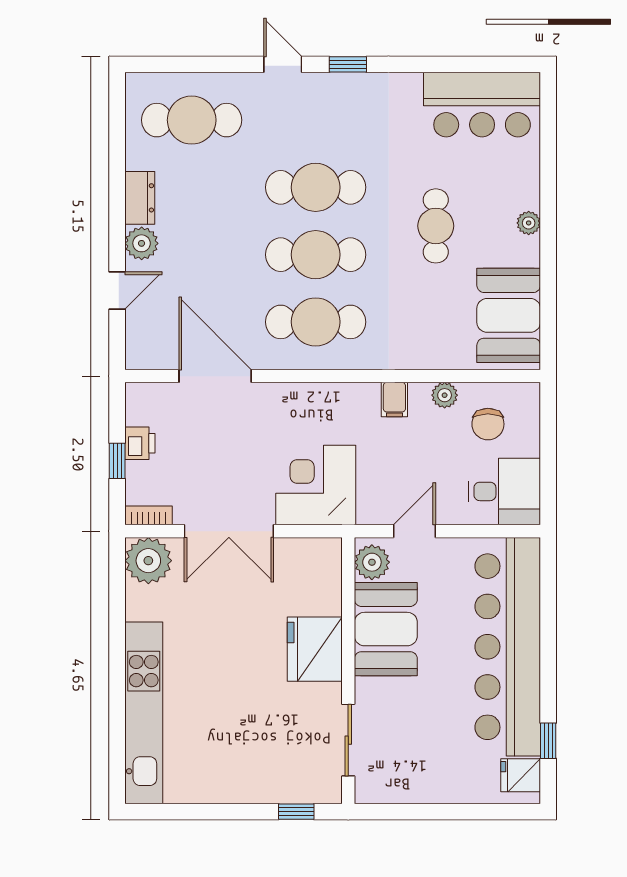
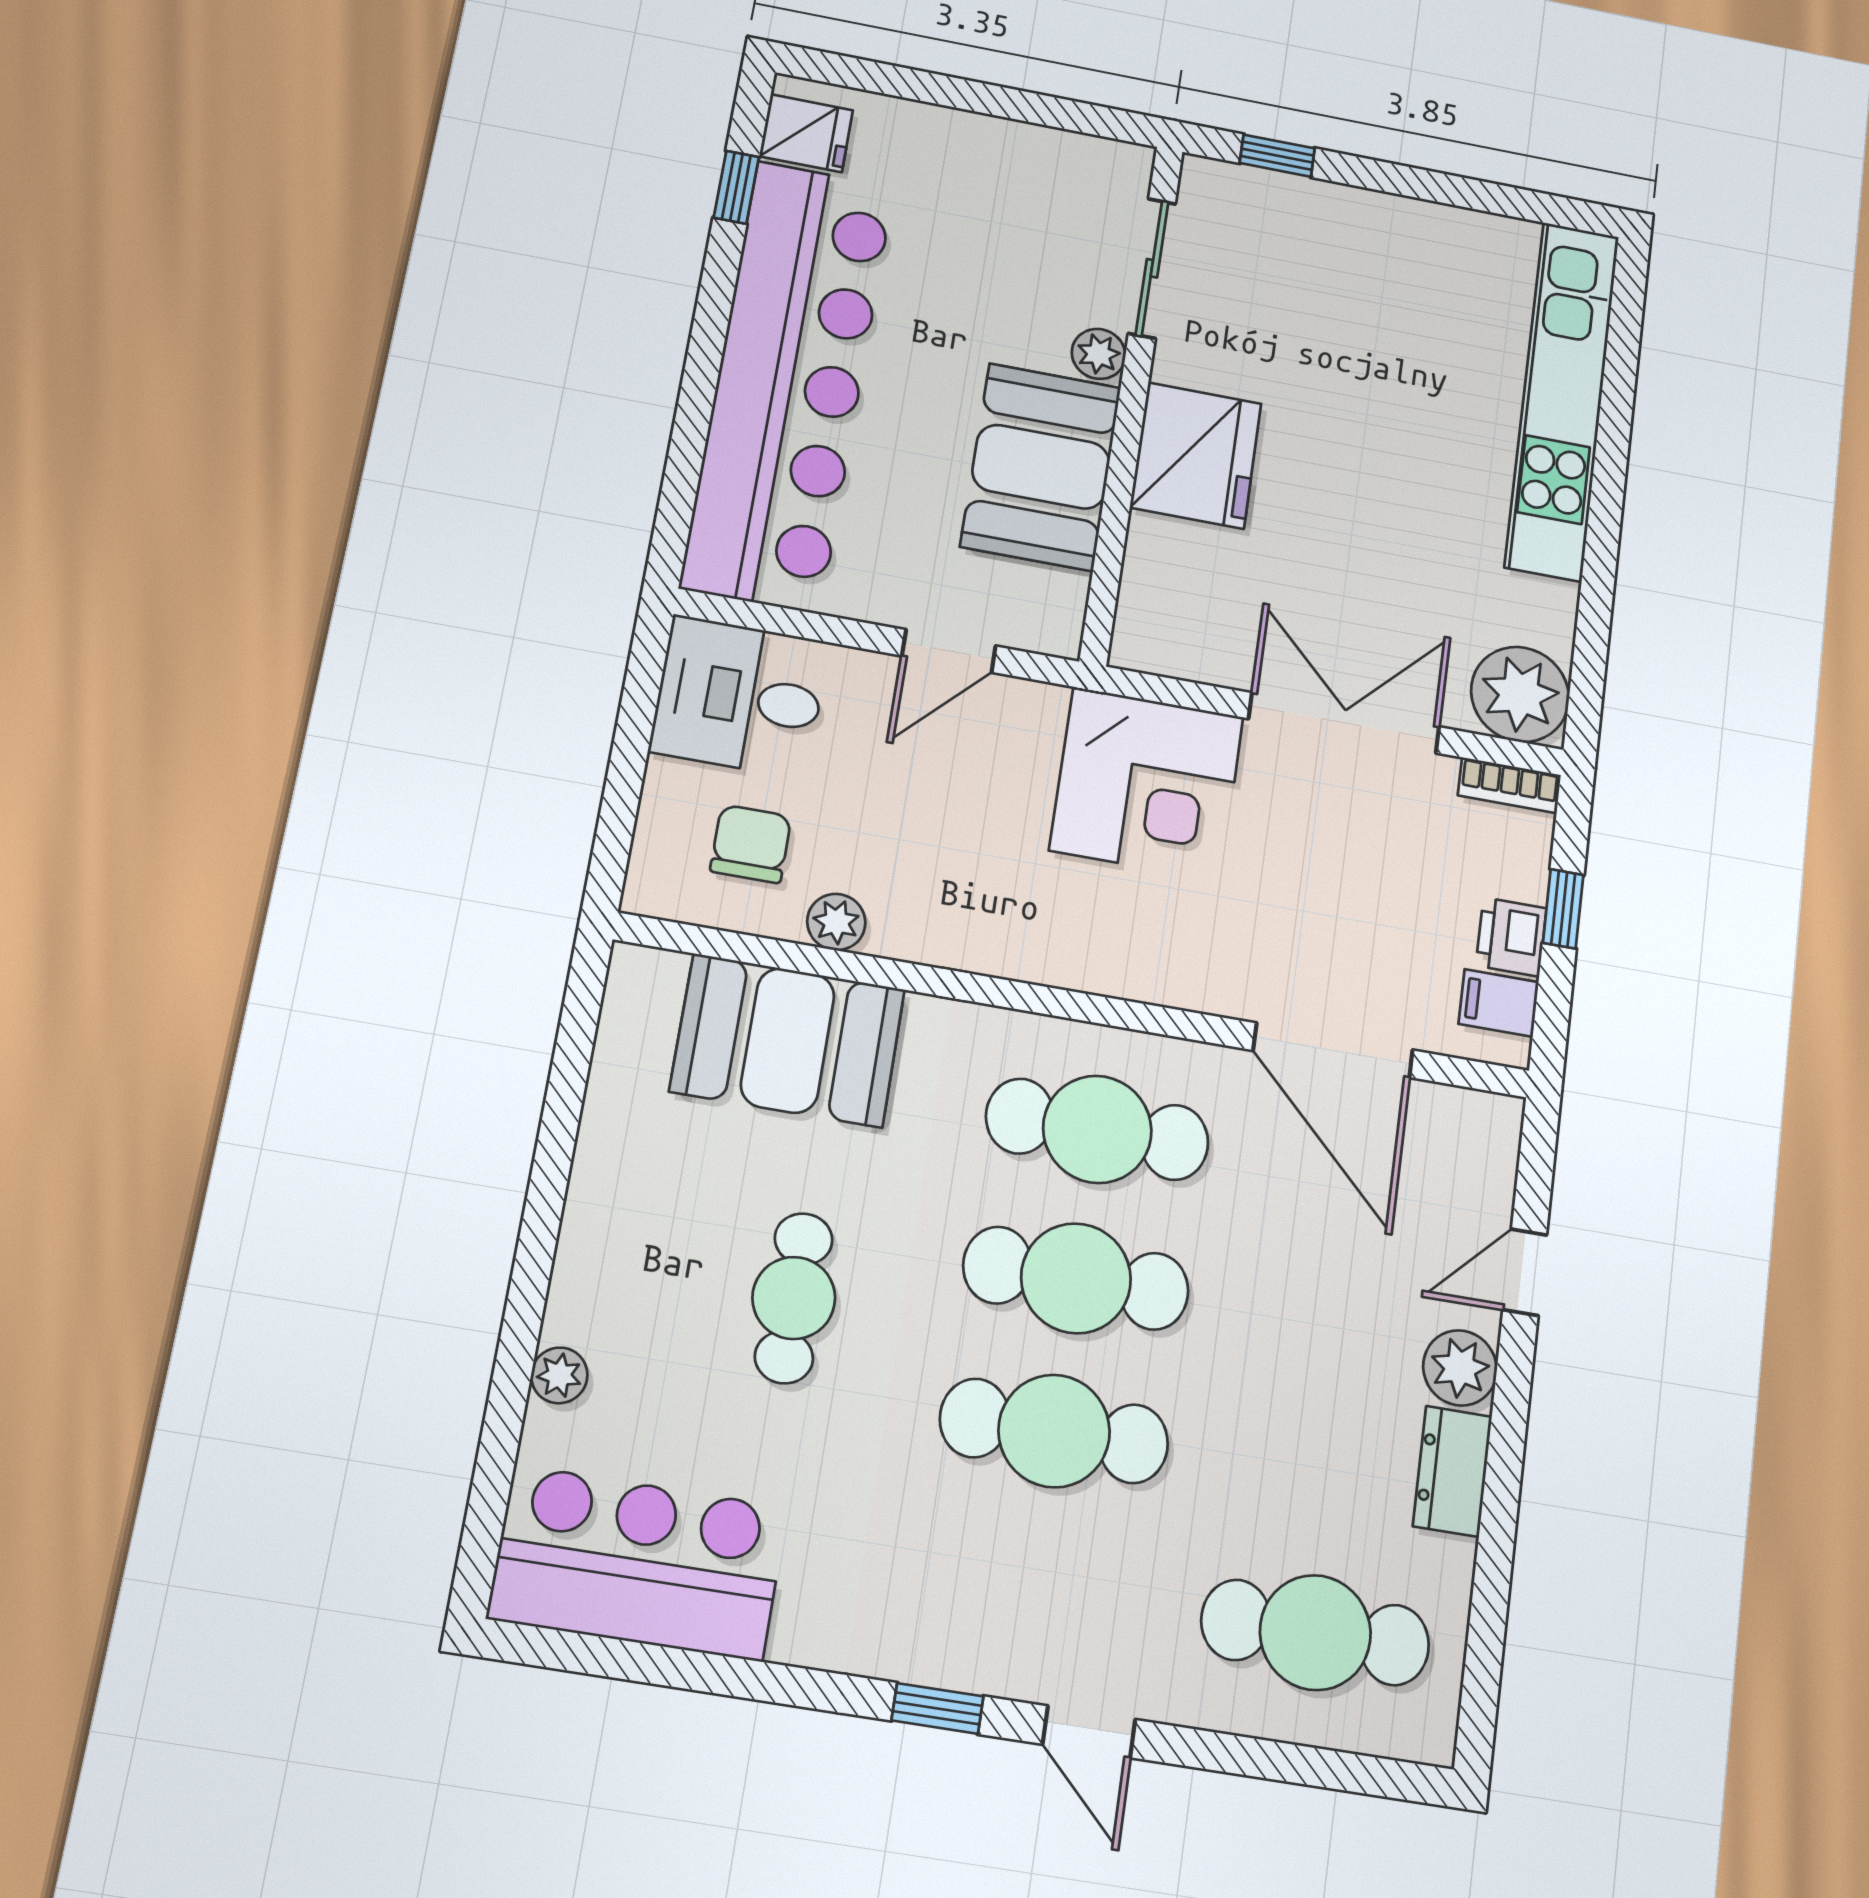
plant: (529, 223) -> (559, 1375), moved
booth: (509, 315) -> (788, 1040), moved, turned 90
filing cabinet: (394, 400) -> (1499, 1003), moved, turned -90
plant: (372, 562) -> (1099, 354), moved, width x0.73, depth x0.73

